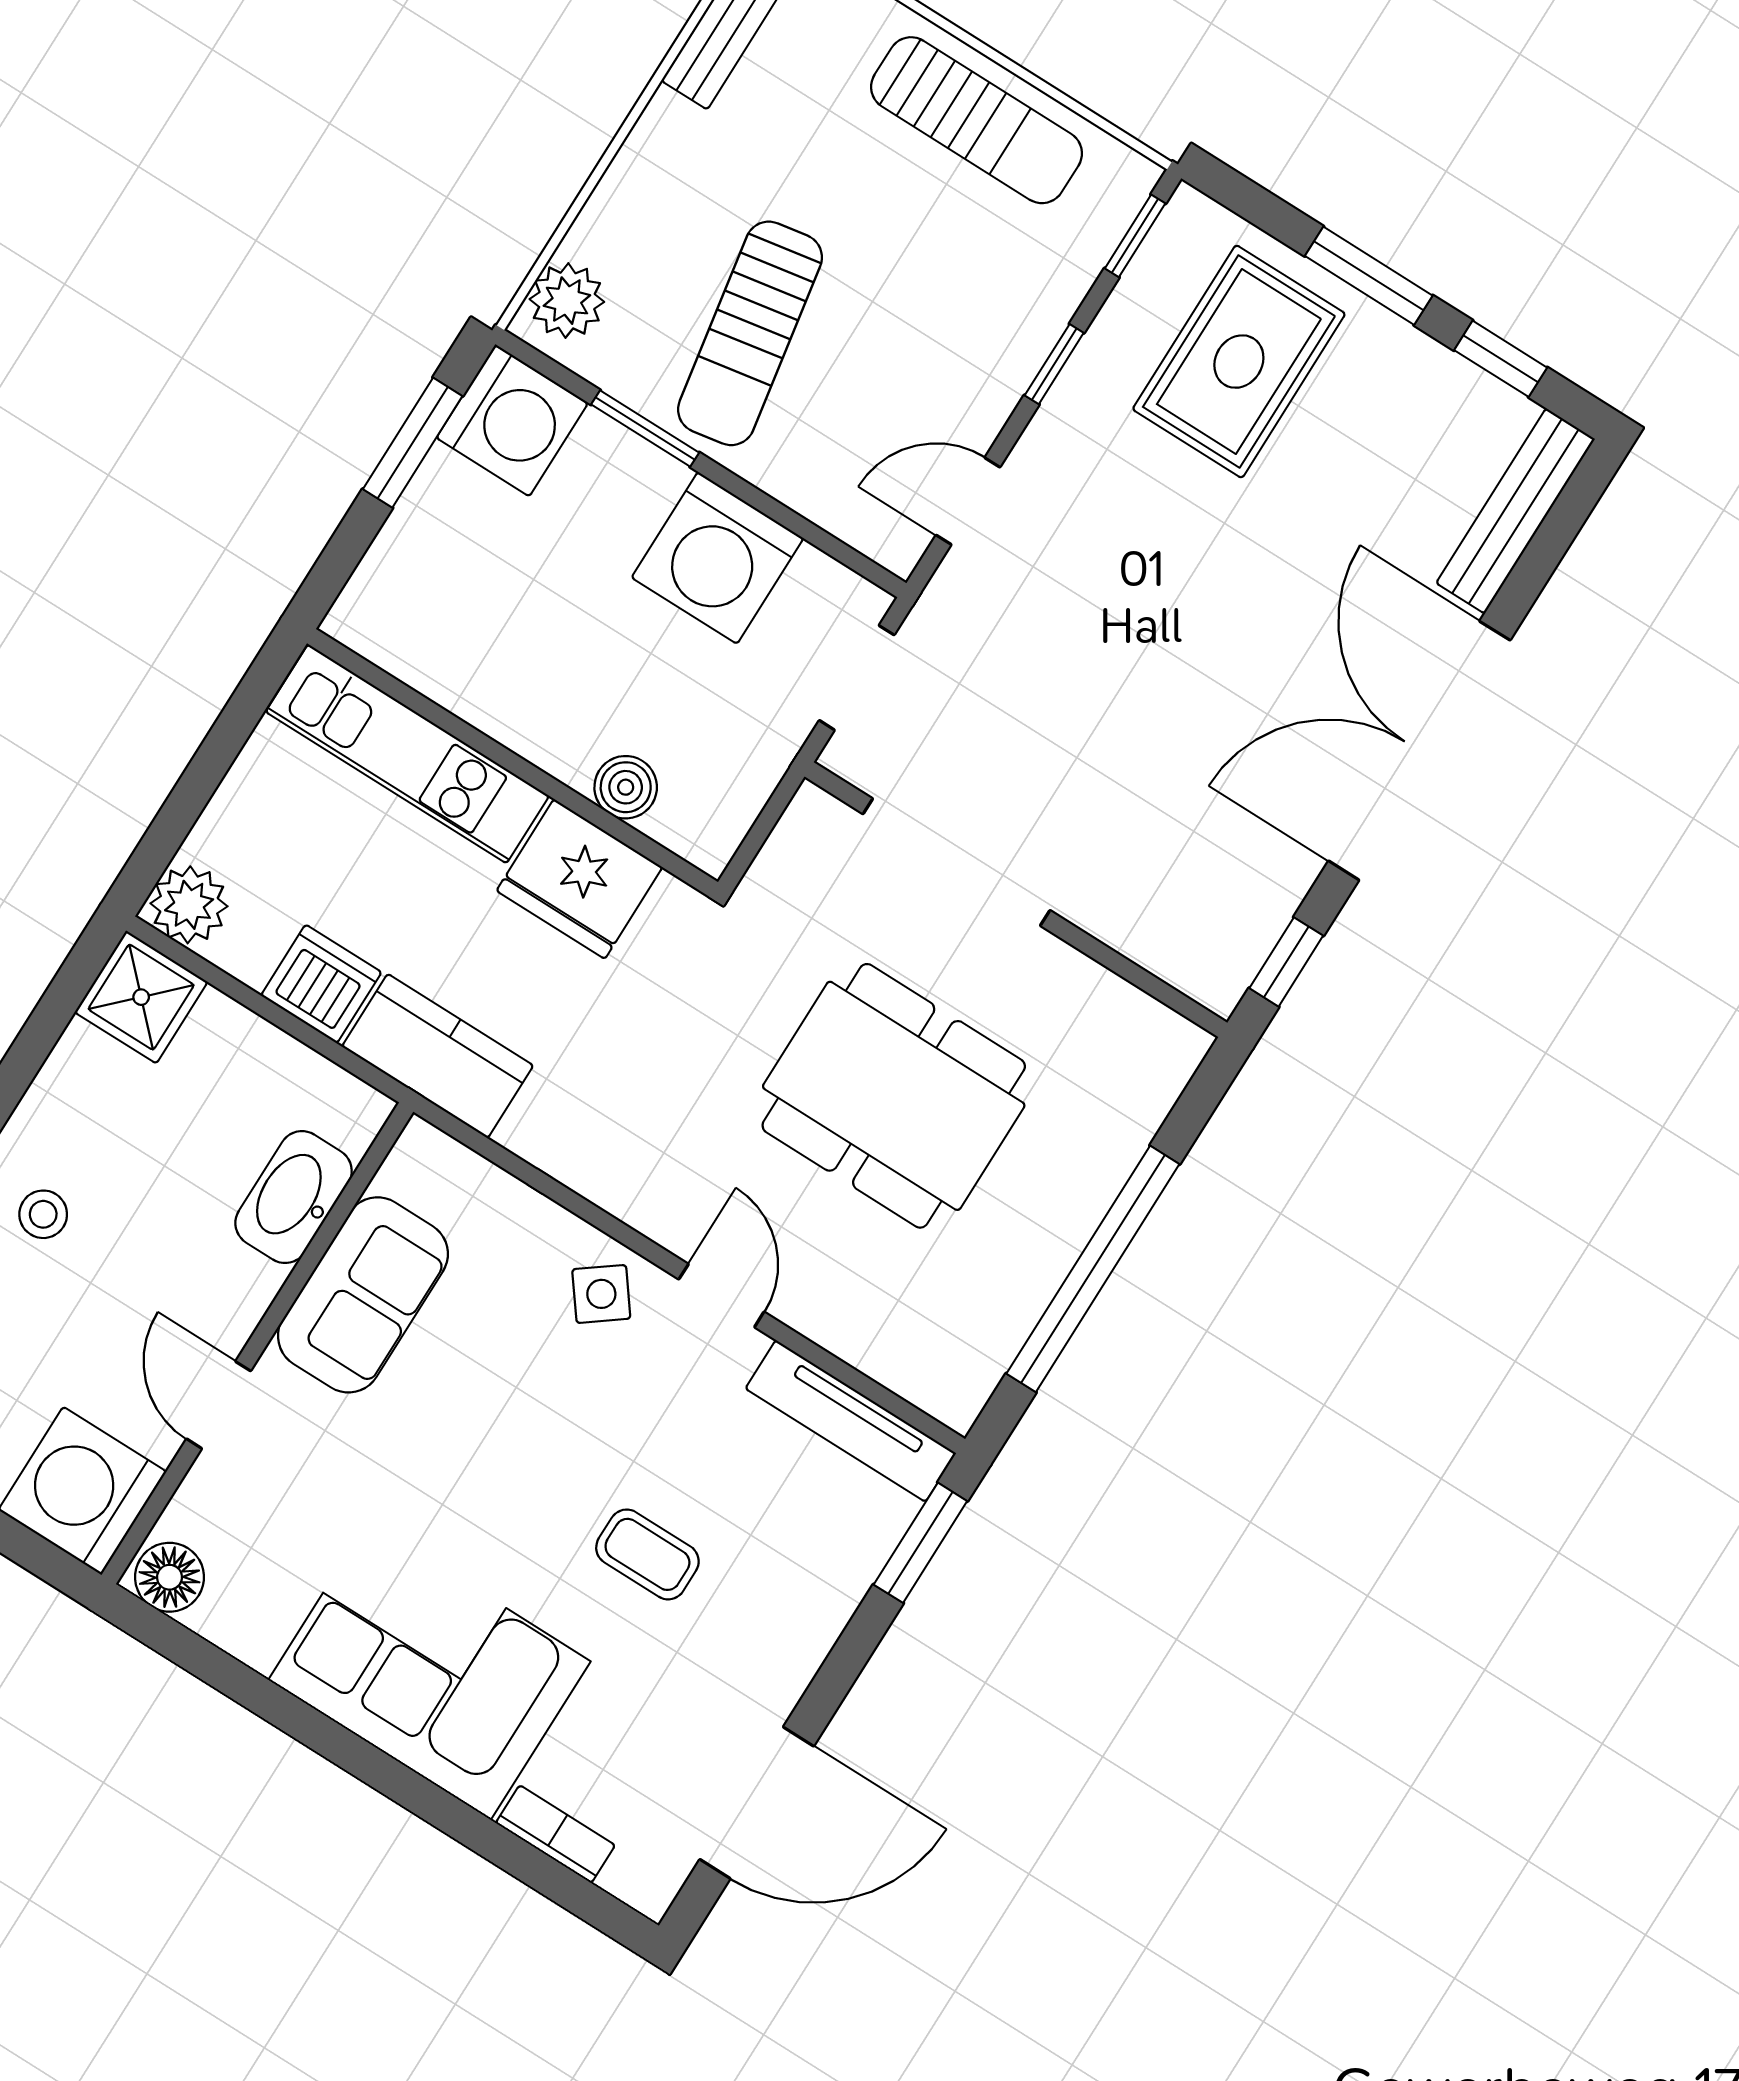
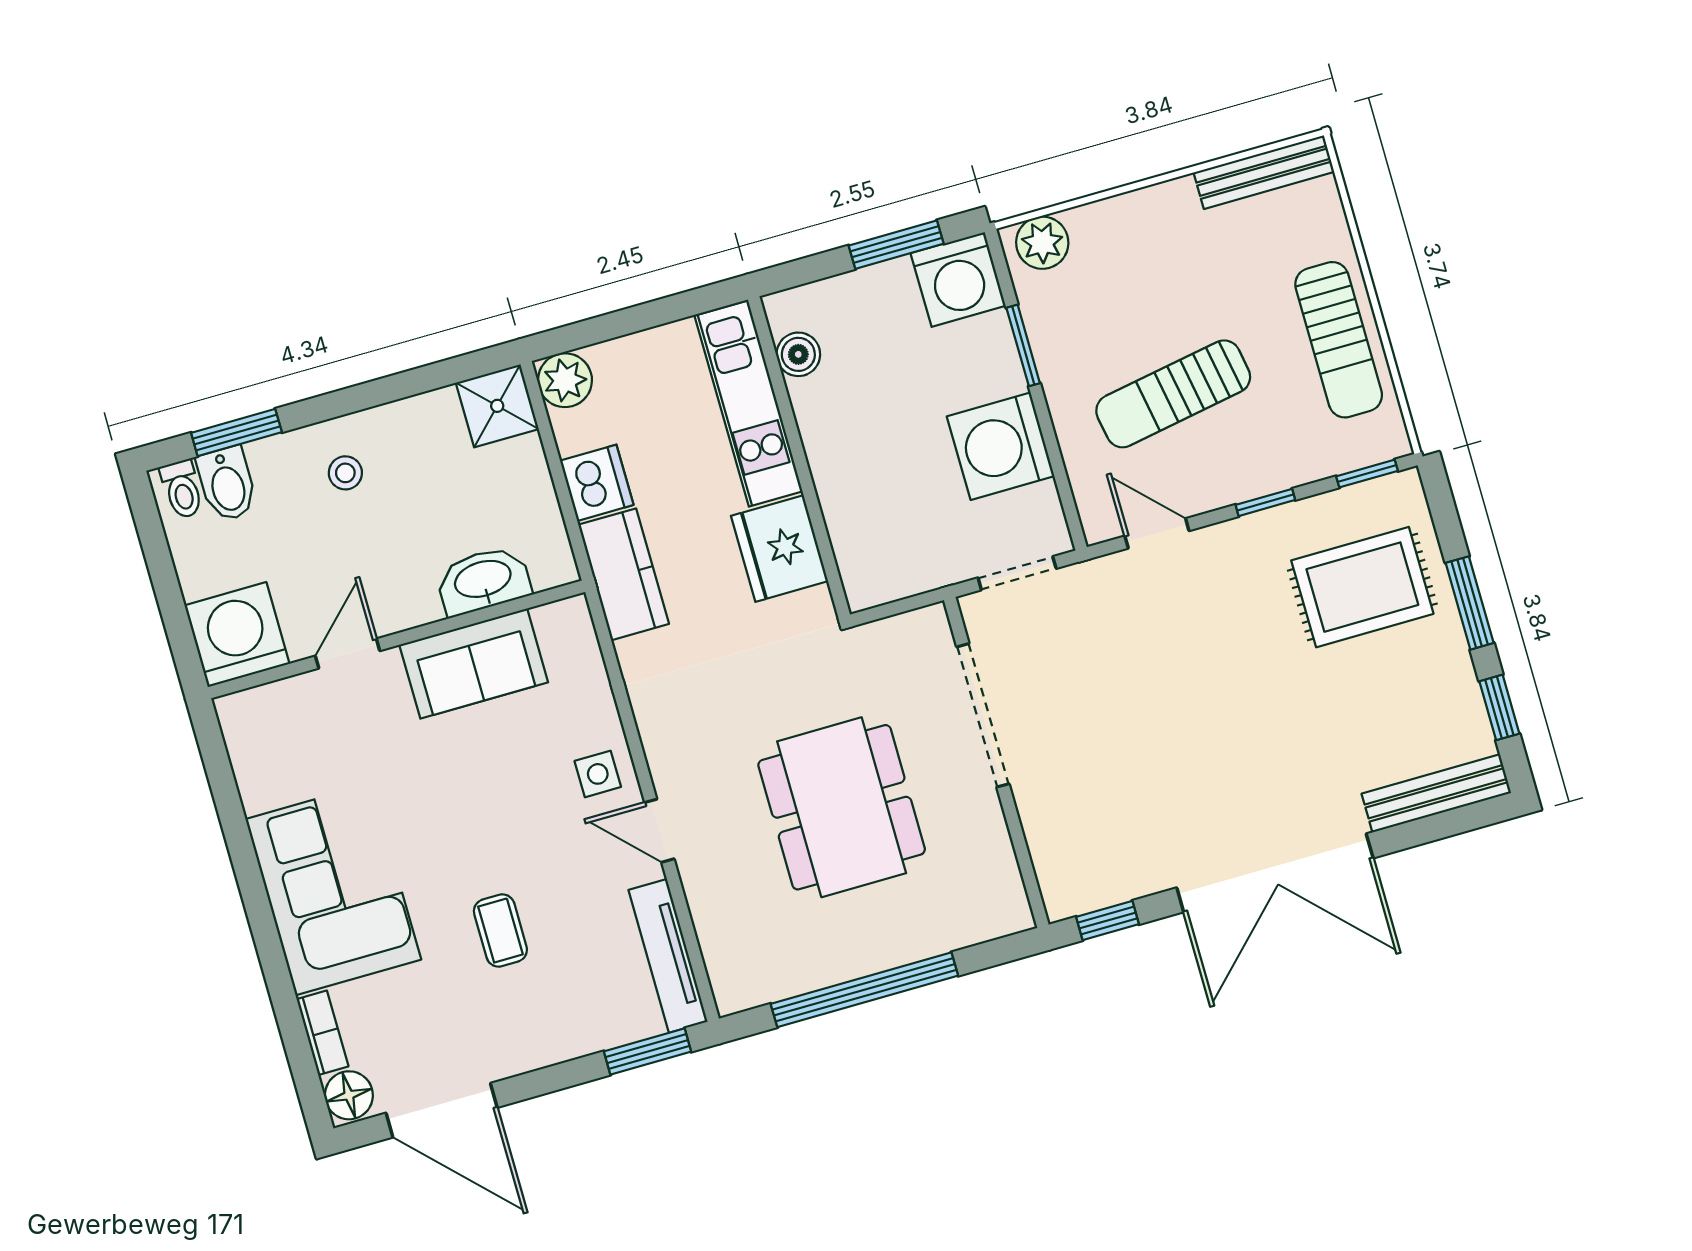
sun lounger: (750, 333) -> (1173, 394), moved
double door: (1419, 751) -> (1275, 873), swing flipped
boiler: (626, 787) -> (798, 354), moved
side table: (601, 1294) -> (598, 774), turned 37
door: (721, 1296) -> (659, 831), swing flipped
floor lamp: (170, 1577) -> (349, 1095), moved

